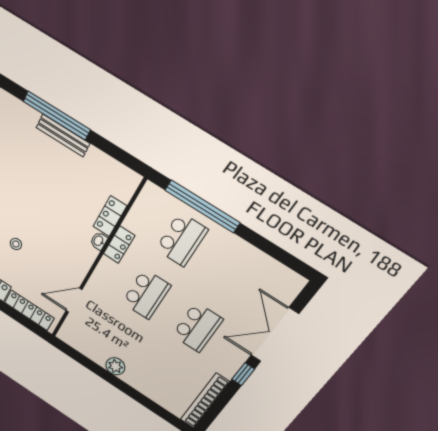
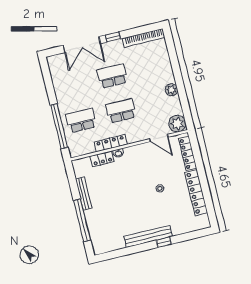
bench: (63, 135) -> (84, 194), moved
locker: (119, 245) -> (111, 143), width x1.53
plant: (72, 334) -> (177, 124), added

